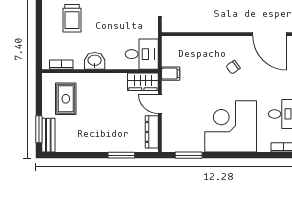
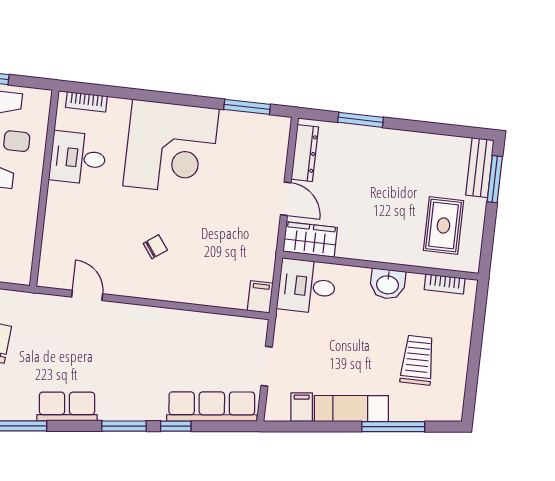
door: (270, 34) -> (87, 295), width x0.53
filing cabinet: (171, 74) -> (260, 297), moved, turned 90

